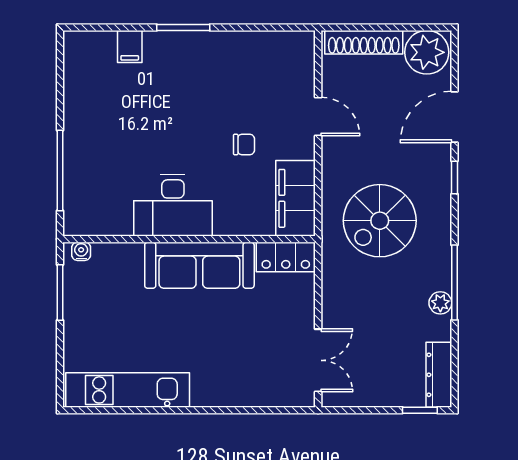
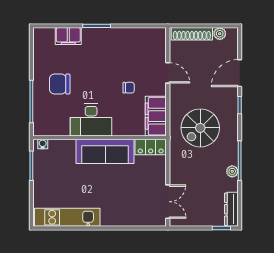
filing cabinet: (130, 47) -> (68, 36), width x2.00
plant: (427, 52) -> (220, 34), width x0.53, depth x0.53
chair: (113, 137) -> (60, 84), added

